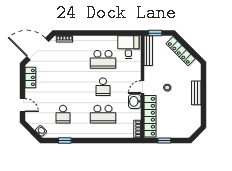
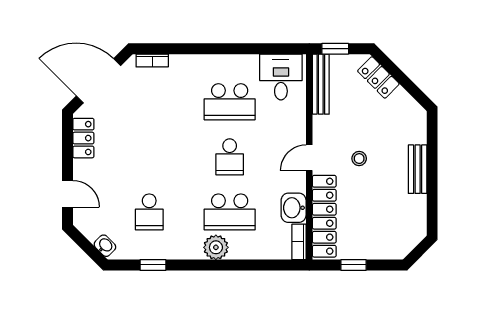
locker: (181, 51) -> (378, 77), width x0.66
washbasin: (135, 101) -> (294, 208), moved
plant: (96, 132) -> (216, 247), added

